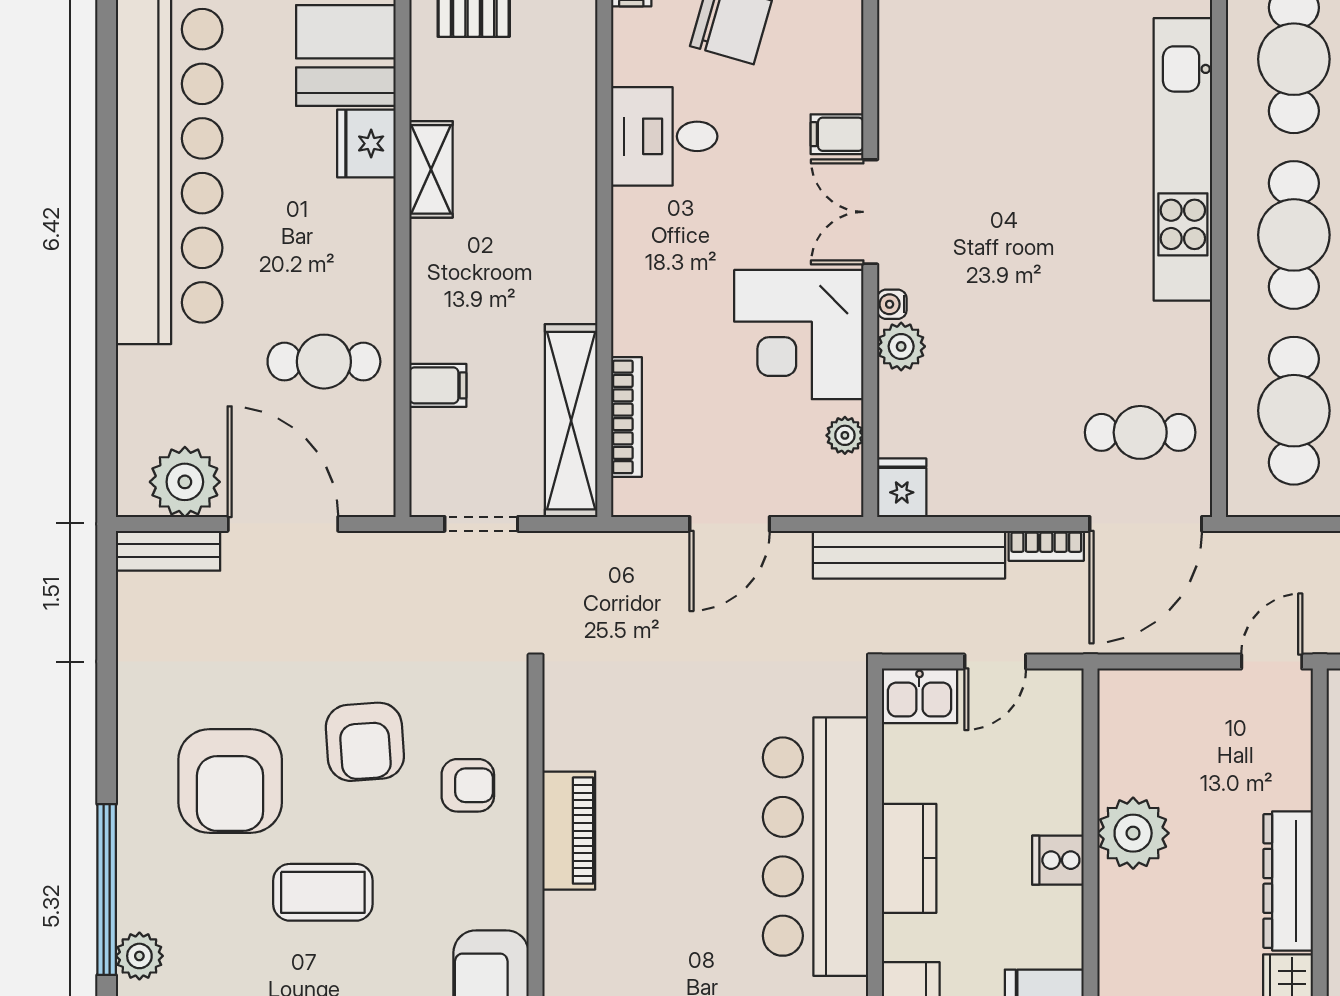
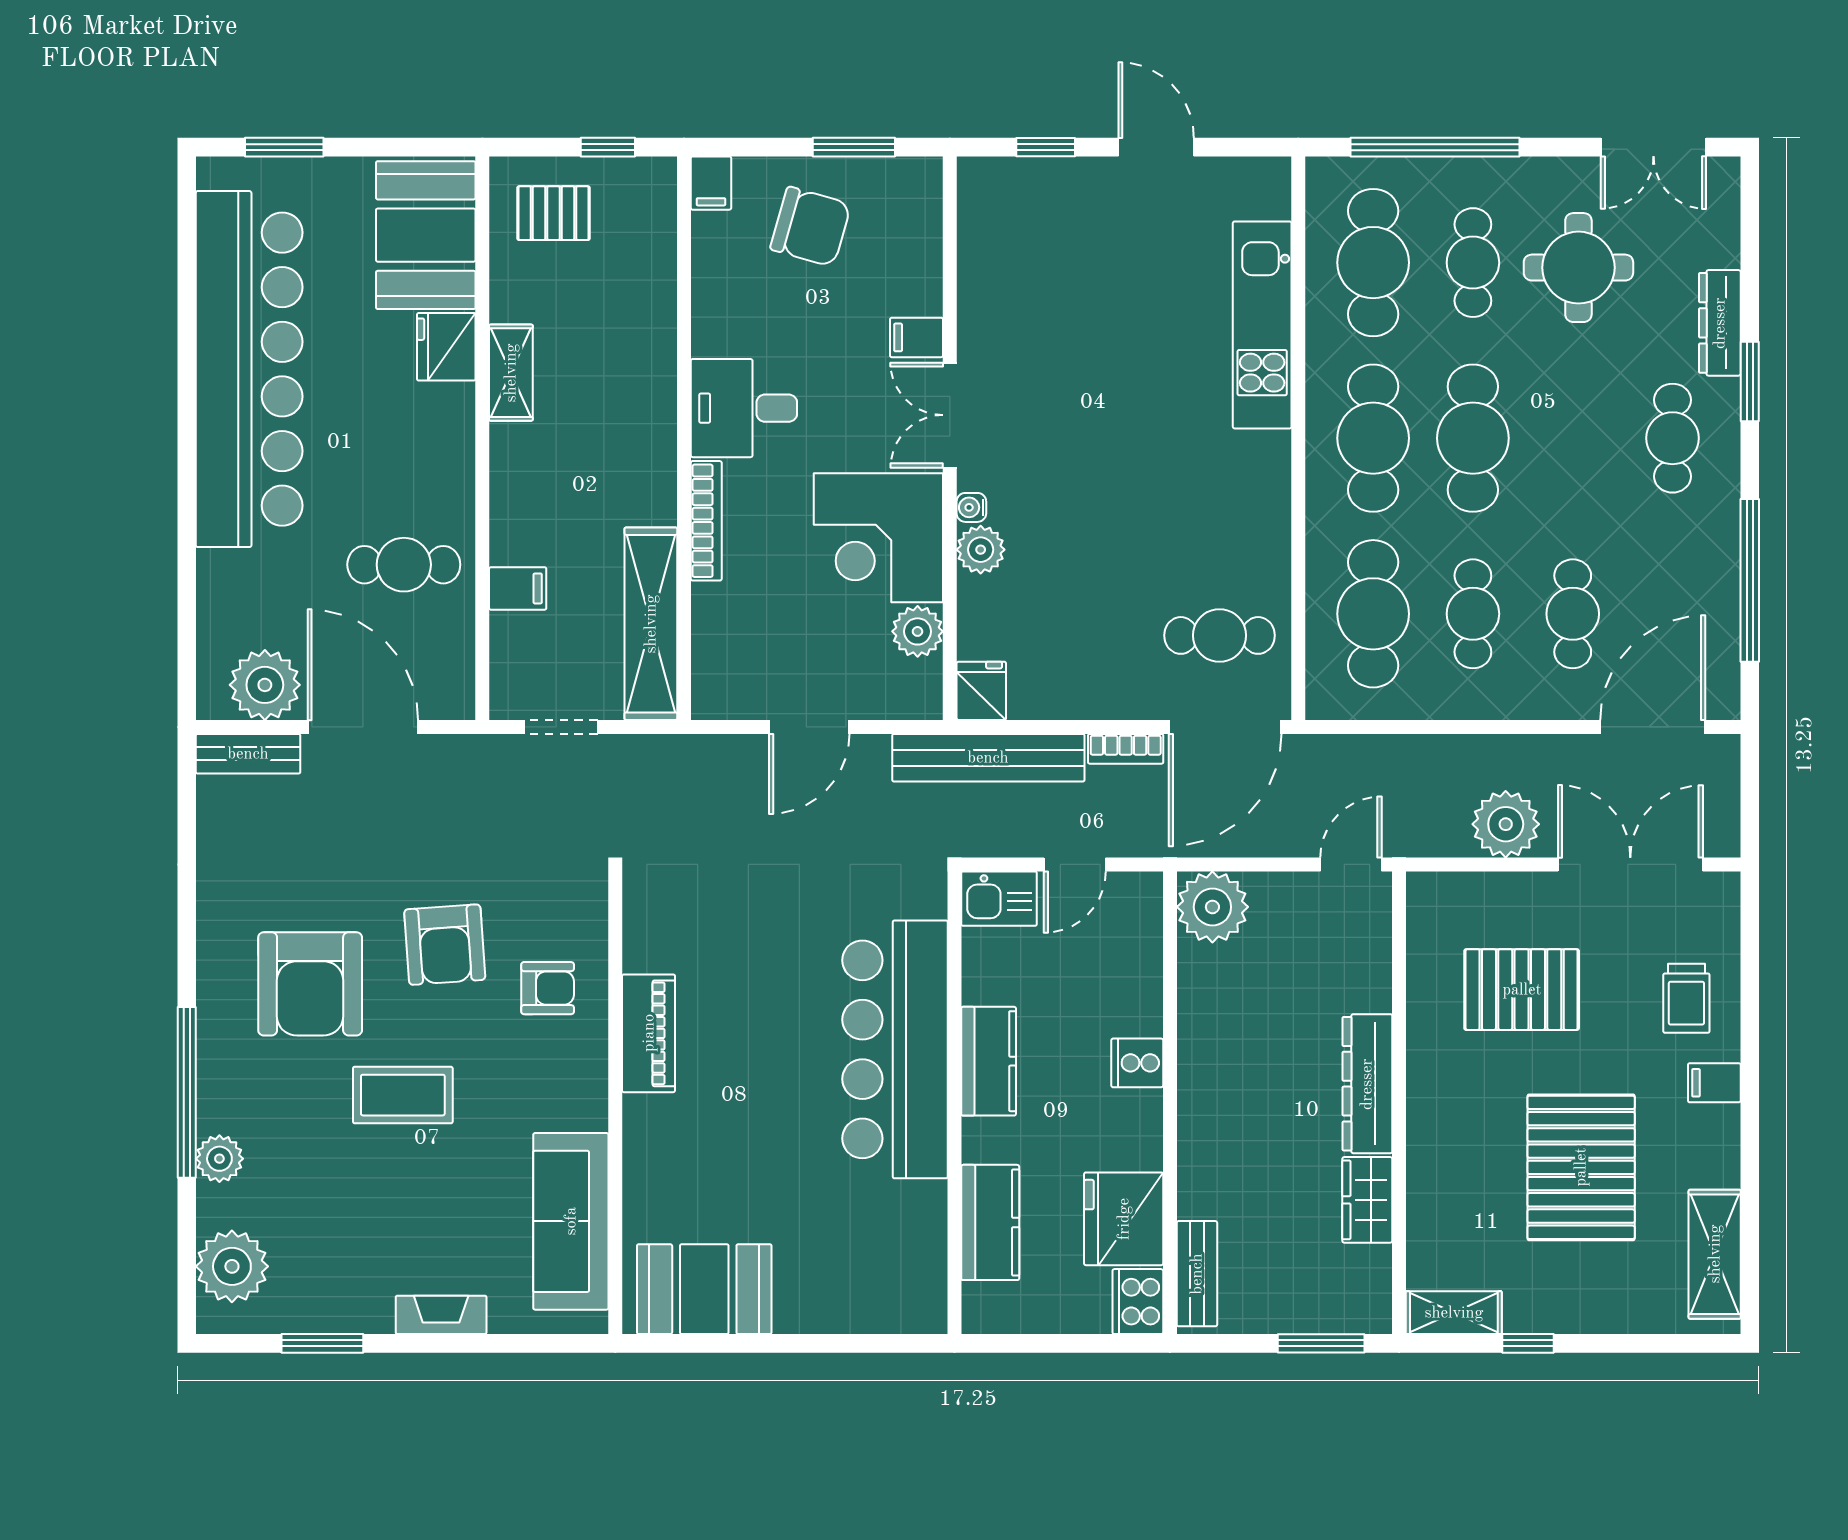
desk: (664, 136) -> (744, 408), moved
kitchen unit: (1183, 159) -> (1262, 325), width x0.73
bookcase: (627, 417) -> (706, 521), moved
plant: (845, 435) -> (918, 631), width x1.38, depth x1.38
plant: (1133, 833) -> (1212, 907), moved

